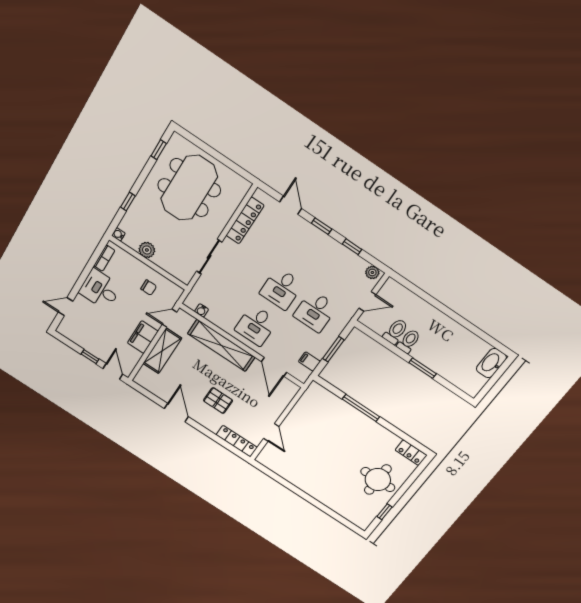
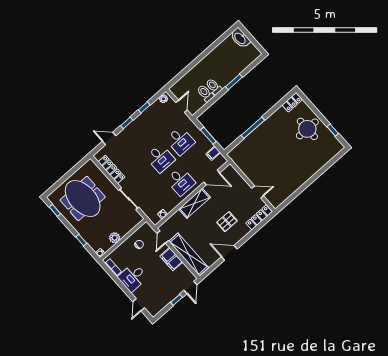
shelving: (221, 345) -> (195, 203), width x0.68
shelving: (162, 351) -> (189, 254), width x1.47
door: (113, 371) -> (190, 287), swing flipped

